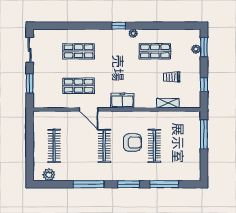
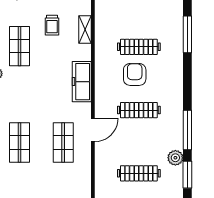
freezer: (122, 101) -> (82, 82), width x1.40
plant: (49, 175) -> (175, 158), moved
window: (129, 184) -> (187, 175), moved

